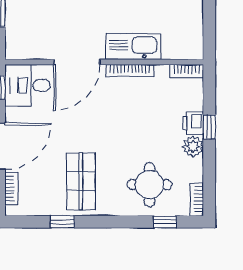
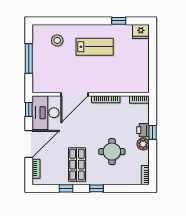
kitchen sink: (133, 47) -> (108, 85), removed
desk: (28, 85) -> (46, 113), width x1.37
round table: (149, 185) -> (112, 152), moved
window: (165, 222) -> (96, 188), moved

